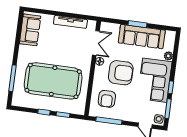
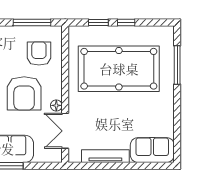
sofa: (30, 30) -> (152, 150), moved, turned 90
armchair: (121, 73) -> (24, 93), turned -90

